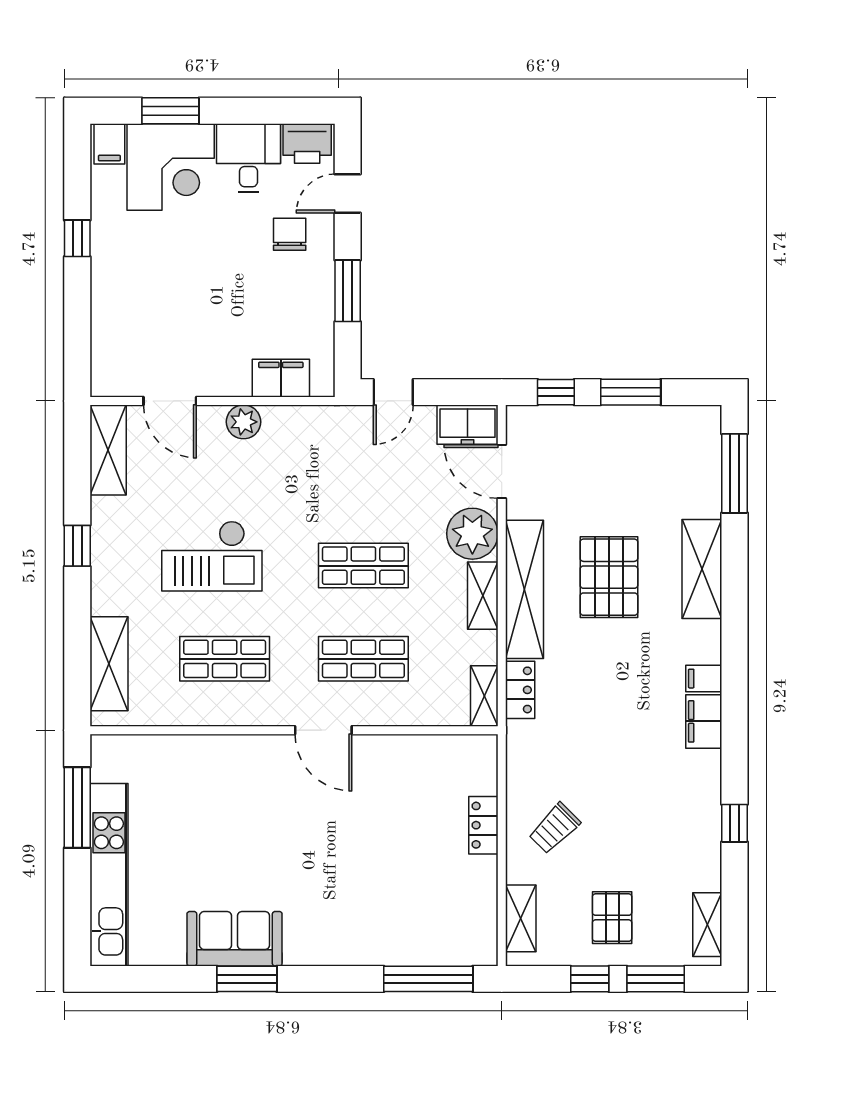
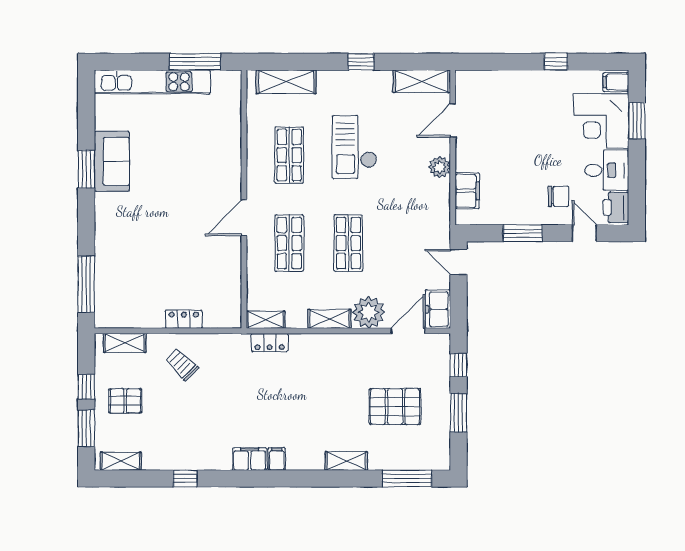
shelving: (702, 569) -> (346, 461), width x0.67, depth x0.75
pallet: (609, 577) -> (395, 407), moved
shelving: (525, 589) -> (333, 345), removed

